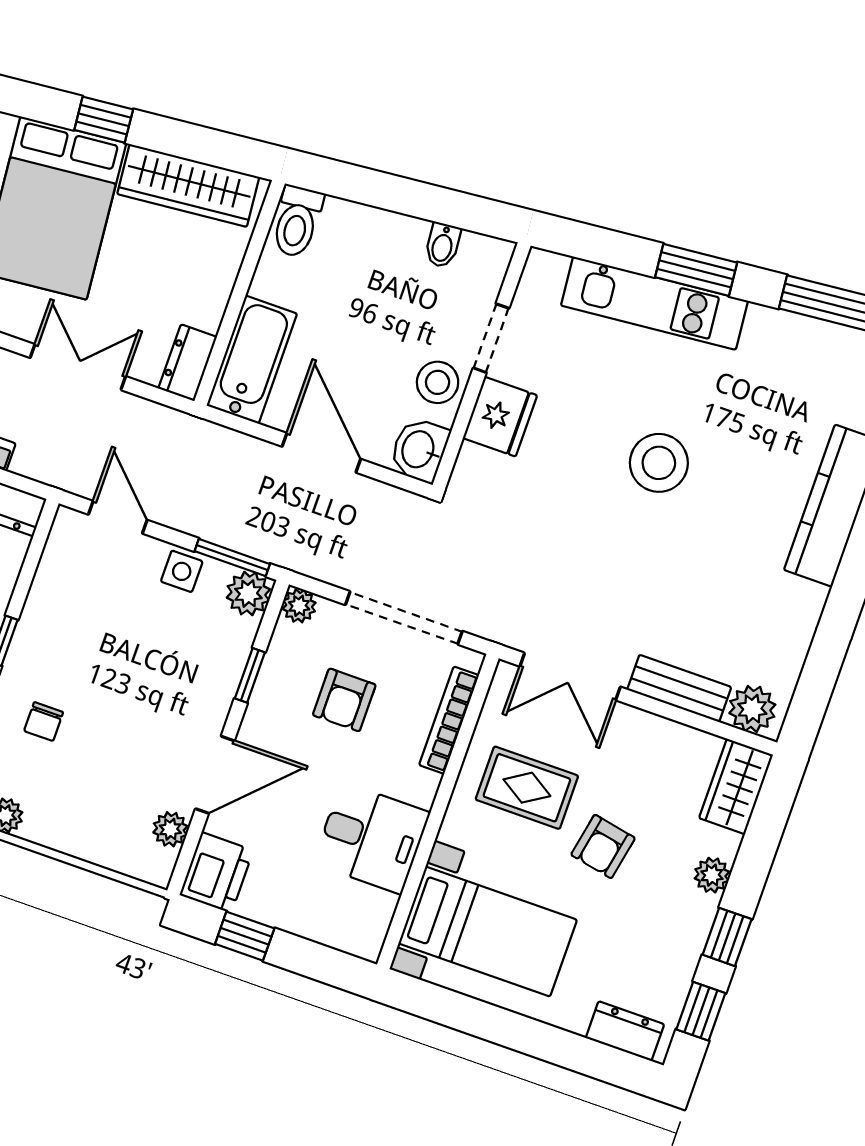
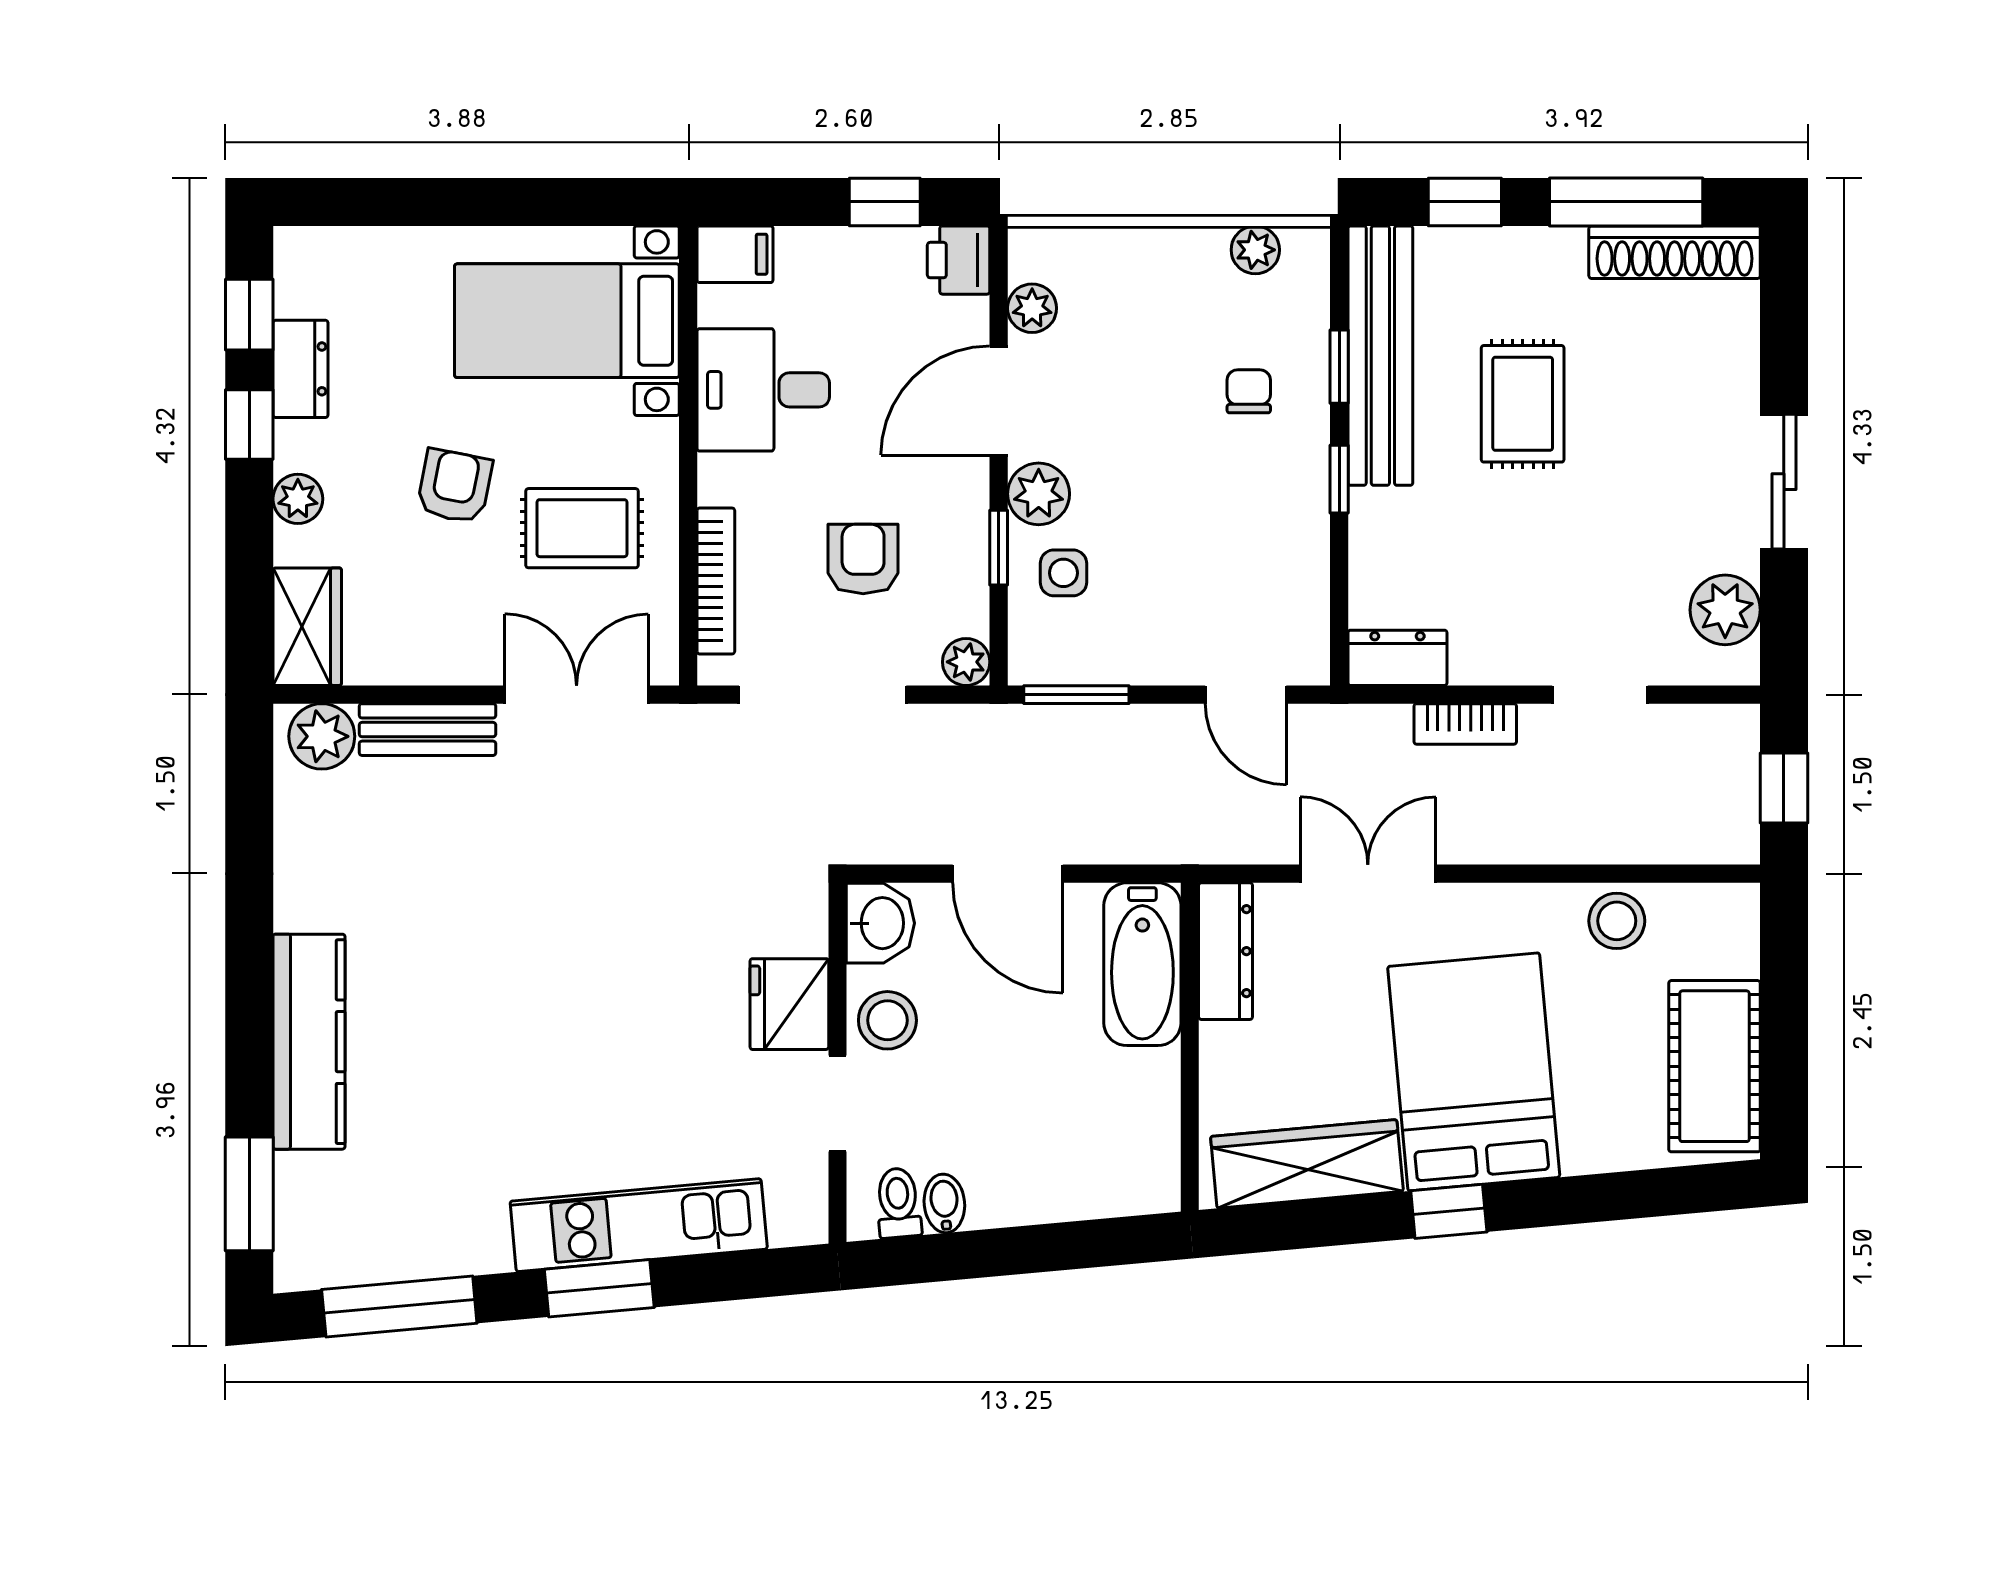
toilet: (297, 221) -> (898, 1203), moved, width x0.73, depth x0.72
dresser: (188, 363) -> (1226, 951), width x1.44
double door: (78, 367) -> (1368, 874), swing flipped
stool: (659, 463) -> (559, 1017), removed
side table: (182, 571) -> (1063, 573), moved
plant: (248, 594) -> (1039, 494), moved
printer: (217, 873) -> (959, 260), width x0.73, depth x0.81
filing cabinet: (358, 936) -> (735, 254), added
dresser: (625, 1031) -> (301, 369), moved, turned -90

